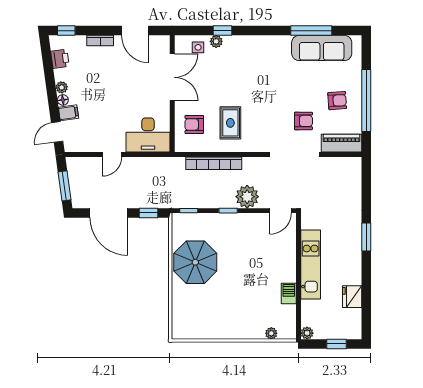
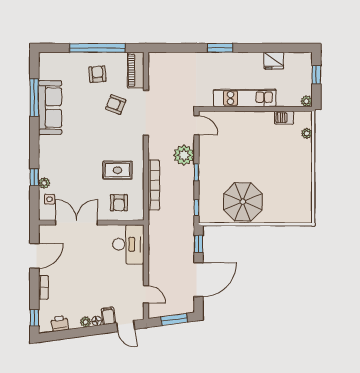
sofa: (322, 48) -> (50, 108), moved
armchair: (303, 121) -> (116, 104), turned -69
door: (112, 154) -> (146, 294), moved
barbecue: (289, 293) -> (284, 118), moved

